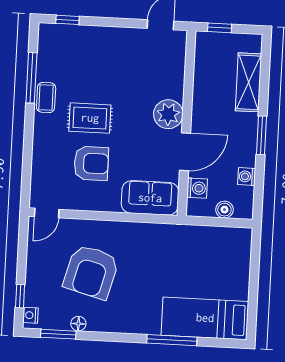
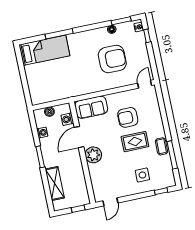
side table: (92, 57) -> (142, 175), added
armchair: (91, 272) -> (112, 59), turned 75

